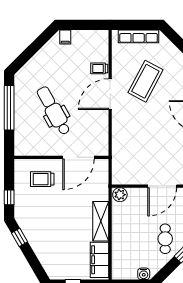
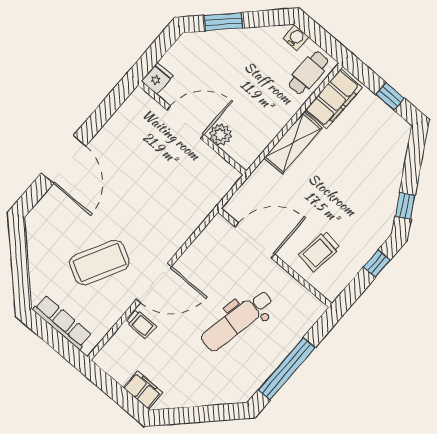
filing cabinet: (65, 37) -> (143, 390), width x2.00
dental chair: (54, 111) -> (237, 320), turned 40
trolley: (42, 179) -> (320, 251), turned 97
plant: (120, 195) -> (220, 135), moved
cafe table: (165, 239) -> (308, 73), moved

